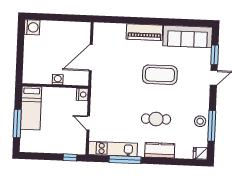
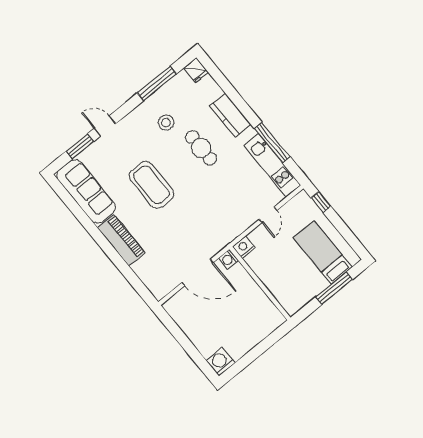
washing machine: (58, 79) -> (228, 259), moved
bed: (31, 108) -> (323, 252), moved, turned -90
stool: (200, 121) -> (166, 123), moved

